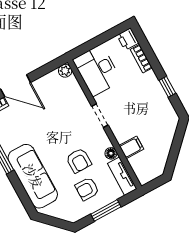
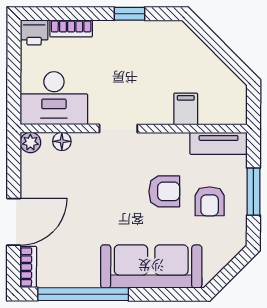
floor lamp: (111, 153) -> (62, 141), moved

